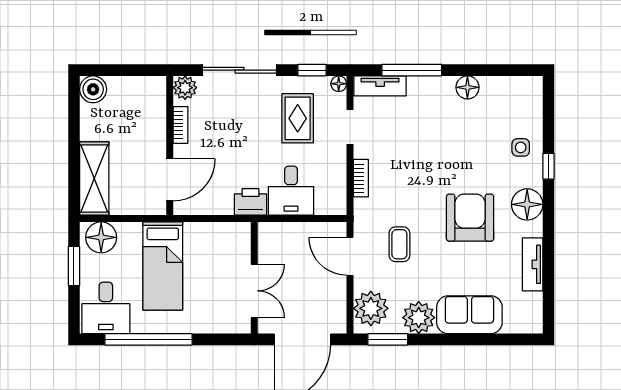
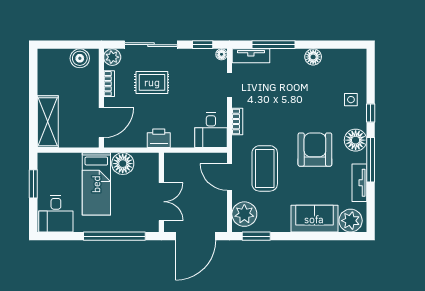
boiler: (93, 89) -> (80, 58), moved
rug: (298, 118) -> (152, 82), moved, turned 90
desk: (291, 191) -> (211, 130), moved
window: (548, 232) -> (371, 160), added
floor lamp: (101, 237) -> (123, 164), moved
coffee table: (399, 244) -> (265, 168), width x1.86, depth x1.72
plant: (419, 318) -> (351, 221), moved
window: (148, 339) -> (114, 236), moved

